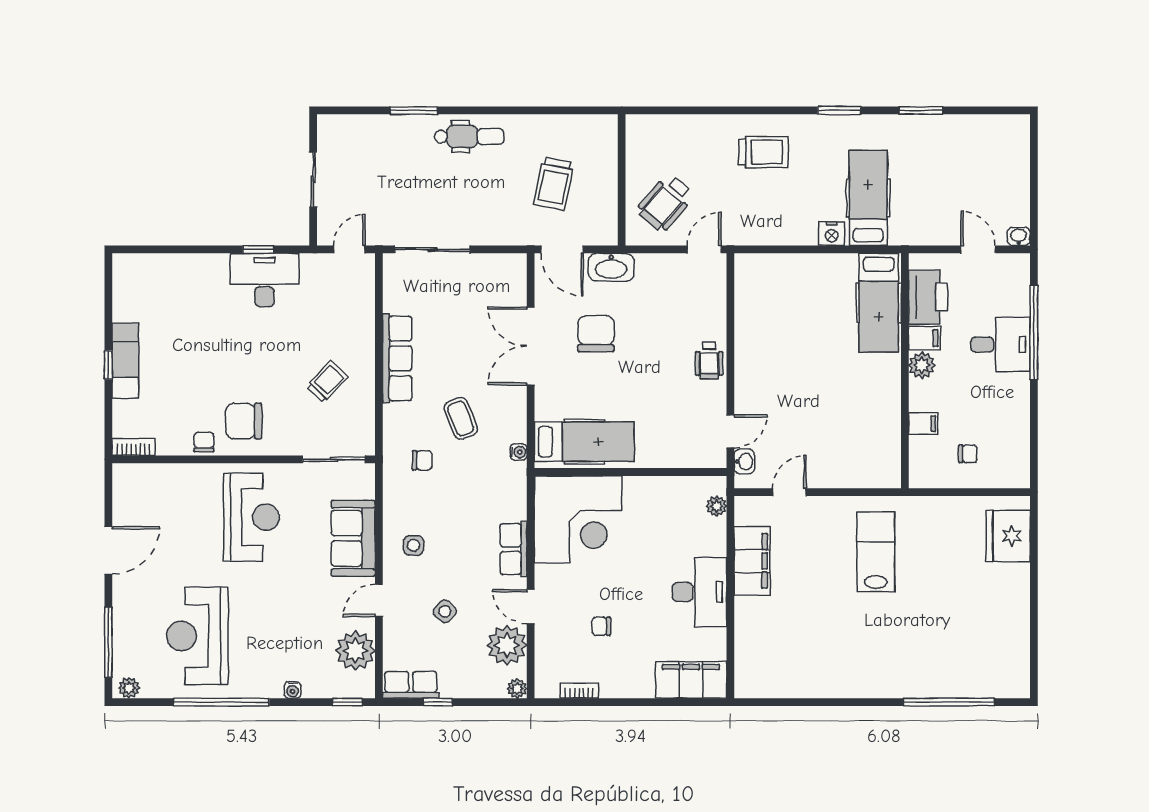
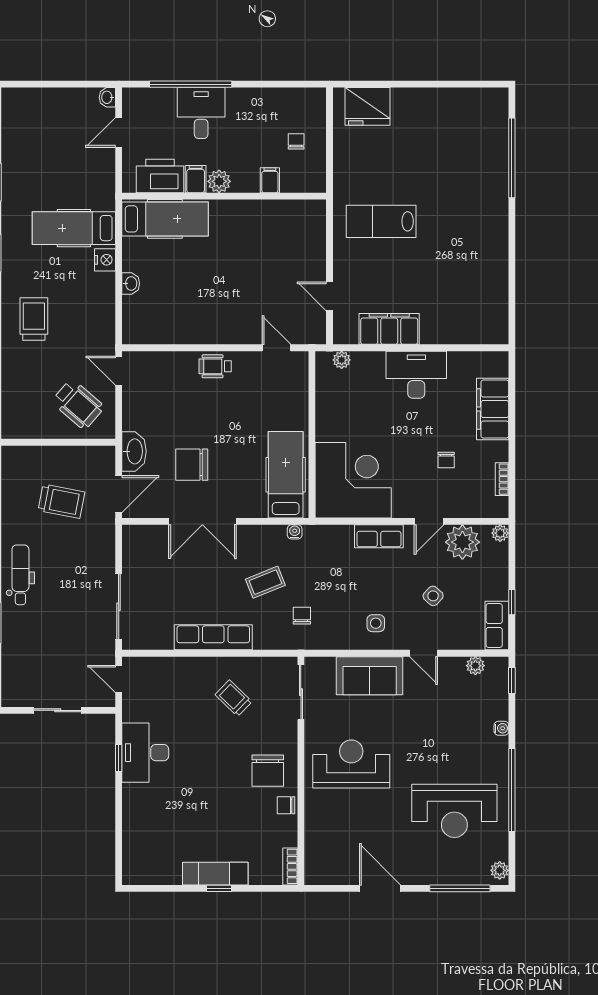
wheelchair: (709, 361) -> (215, 366), turned 180
washbasin: (744, 462) -> (131, 284), moved, turned 90
plant: (355, 651) -> (475, 666), width x0.53, depth x0.53
filing cabinet: (691, 680) -> (493, 409), moved

